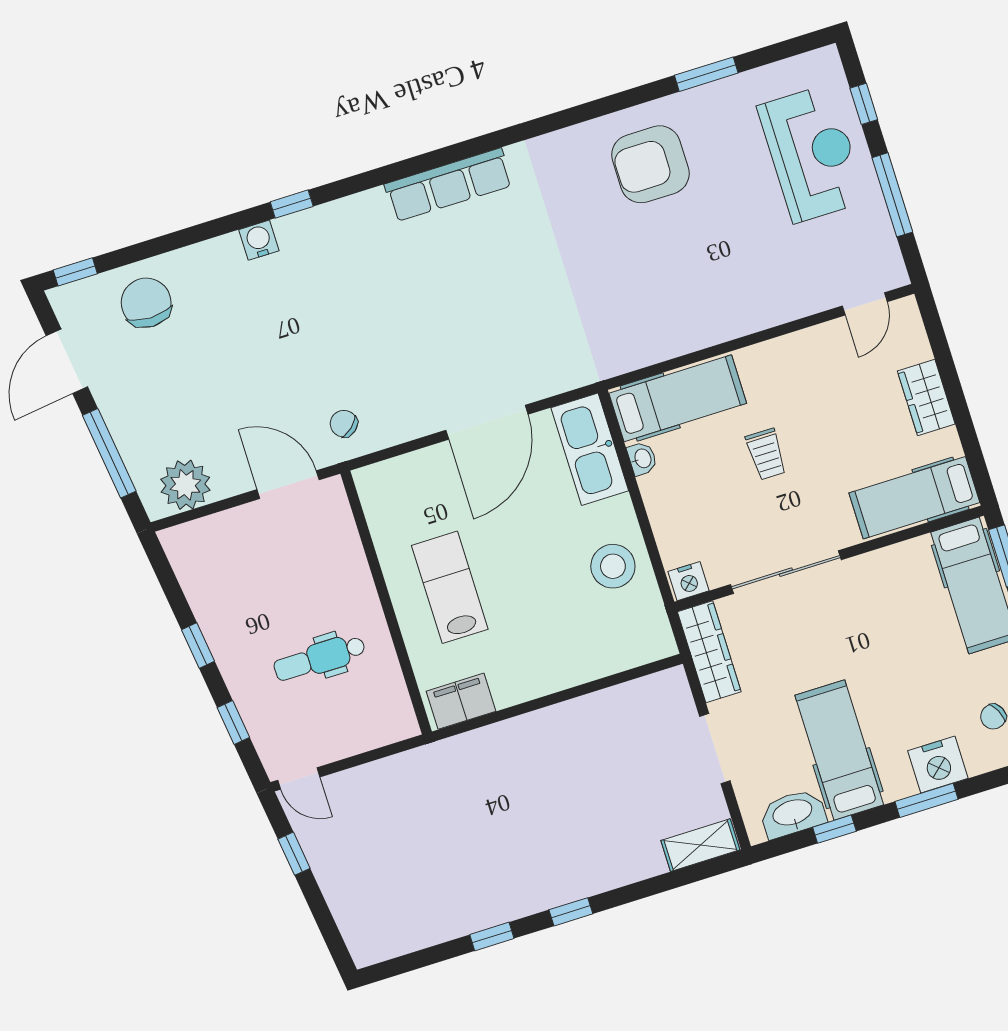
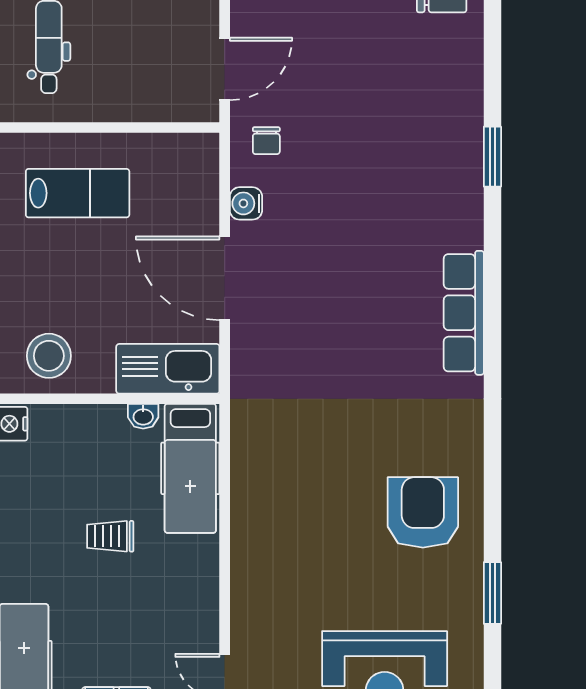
window: (292, 204) -> (492, 157), width x1.50
water cooler: (259, 240) -> (246, 203), moved, turned 180
chair: (344, 424) -> (266, 141), turned 131

